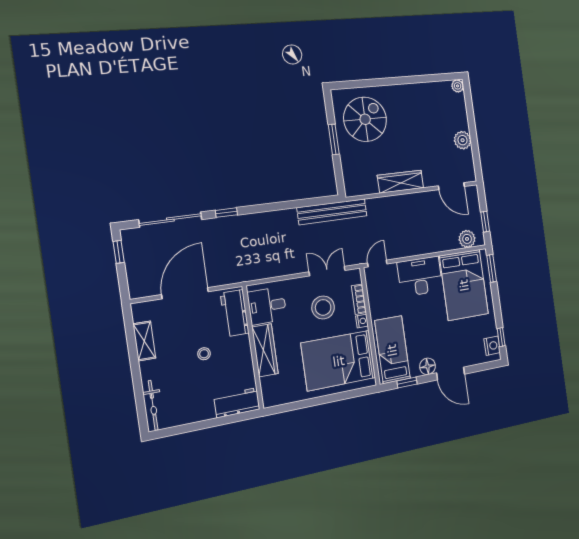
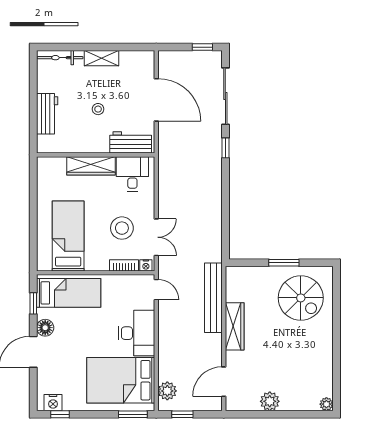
bench: (332, 212) -> (213, 298), moved
nightstand: (362, 321) -> (146, 265), moved
shelving: (144, 341) -> (101, 58), moved
bed: (339, 361) -> (68, 236), width x0.67
workbench: (237, 403) -> (47, 114), moved

